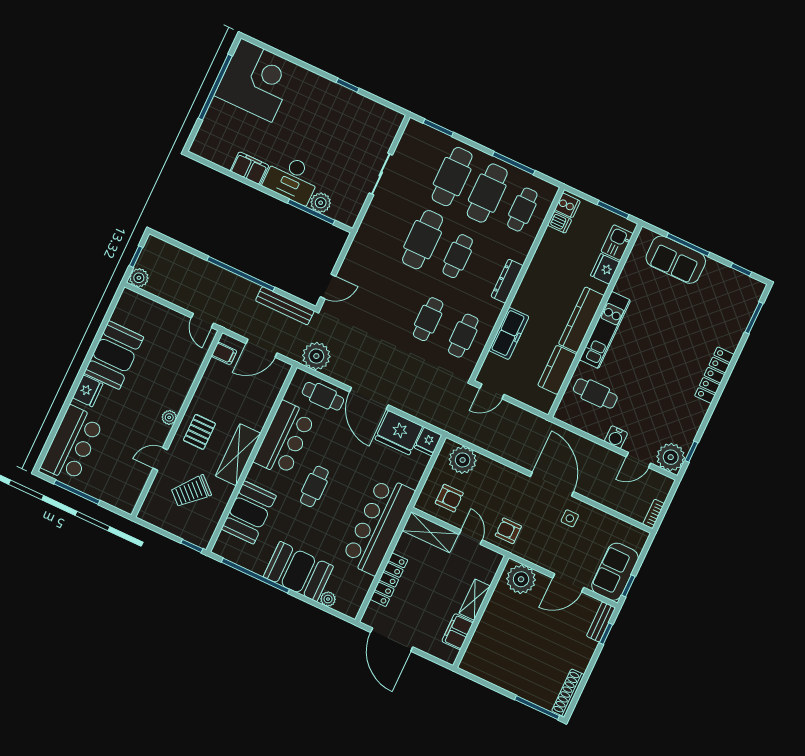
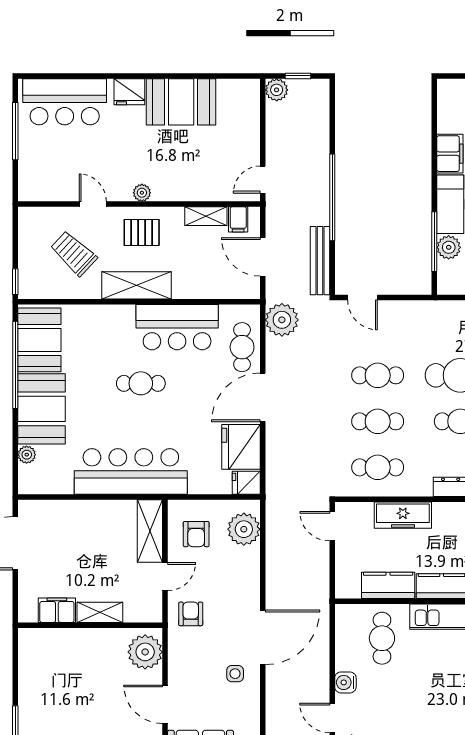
cafe table: (393, 303) -> (378, 375), added
shelving: (210, 377) -> (206, 216), added
booth: (249, 512) -> (39, 340), moved, turned 90
locker: (389, 580) -> (78, 510), removed

